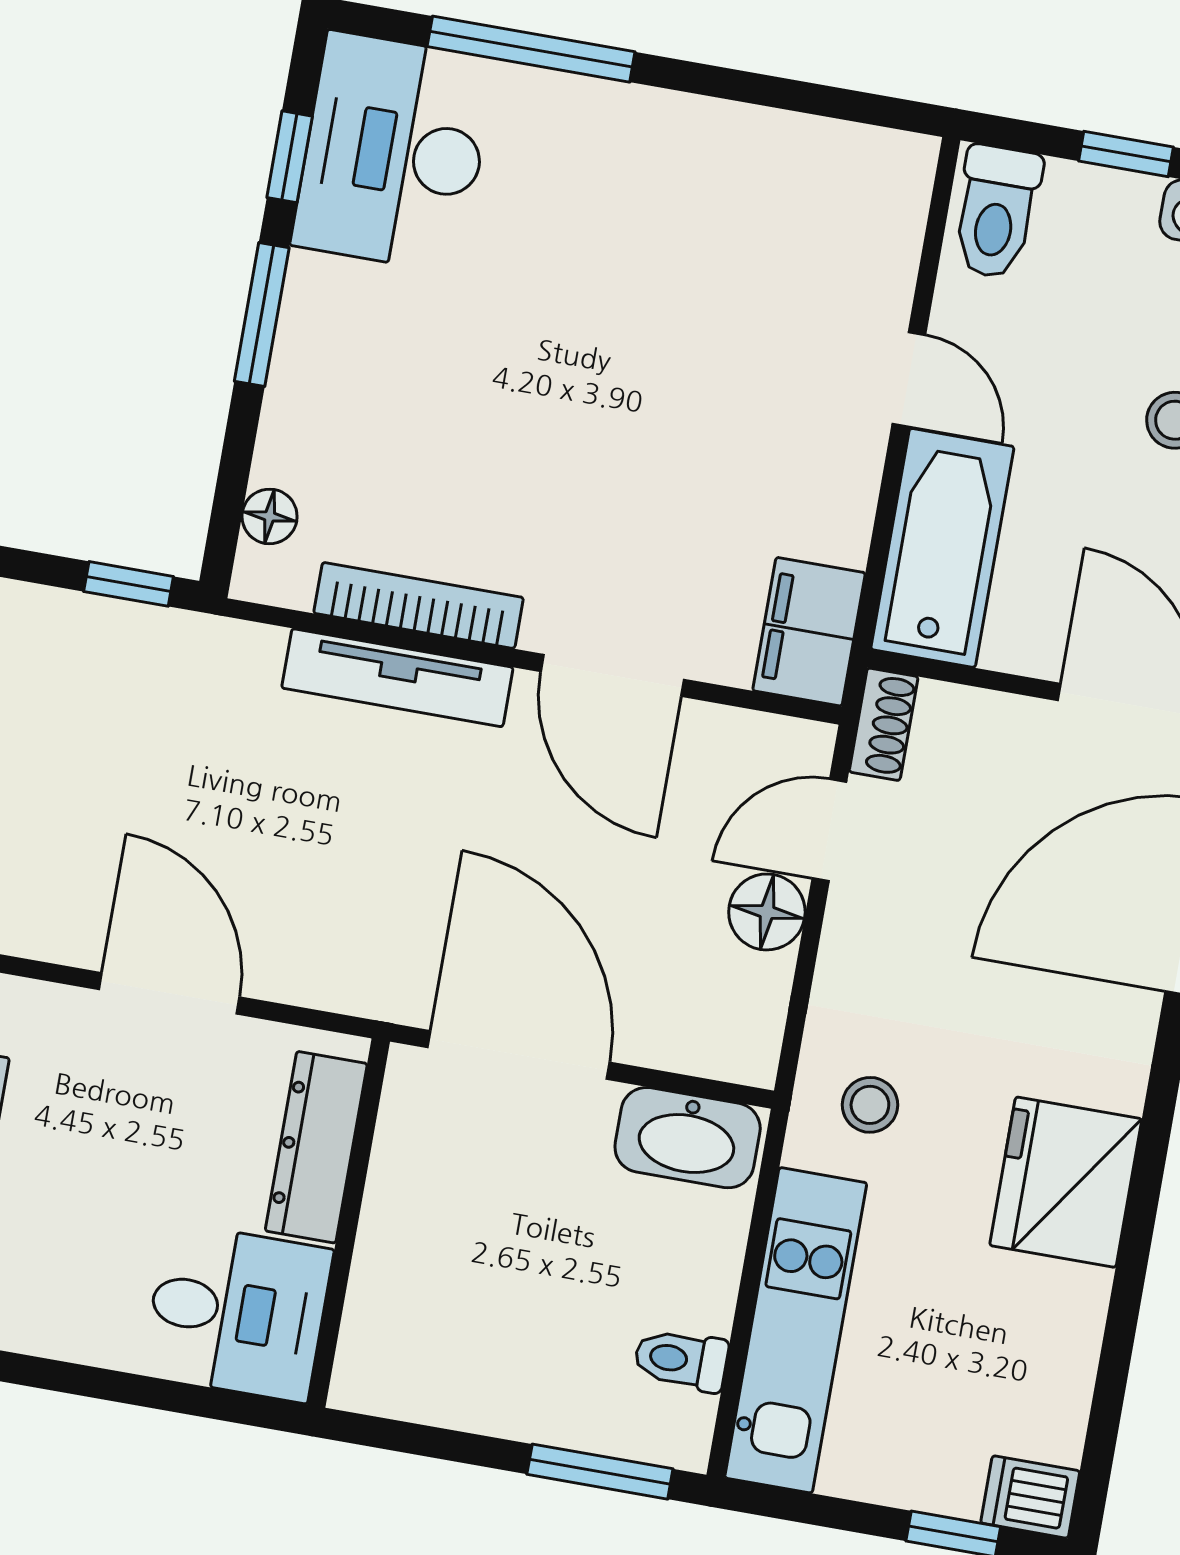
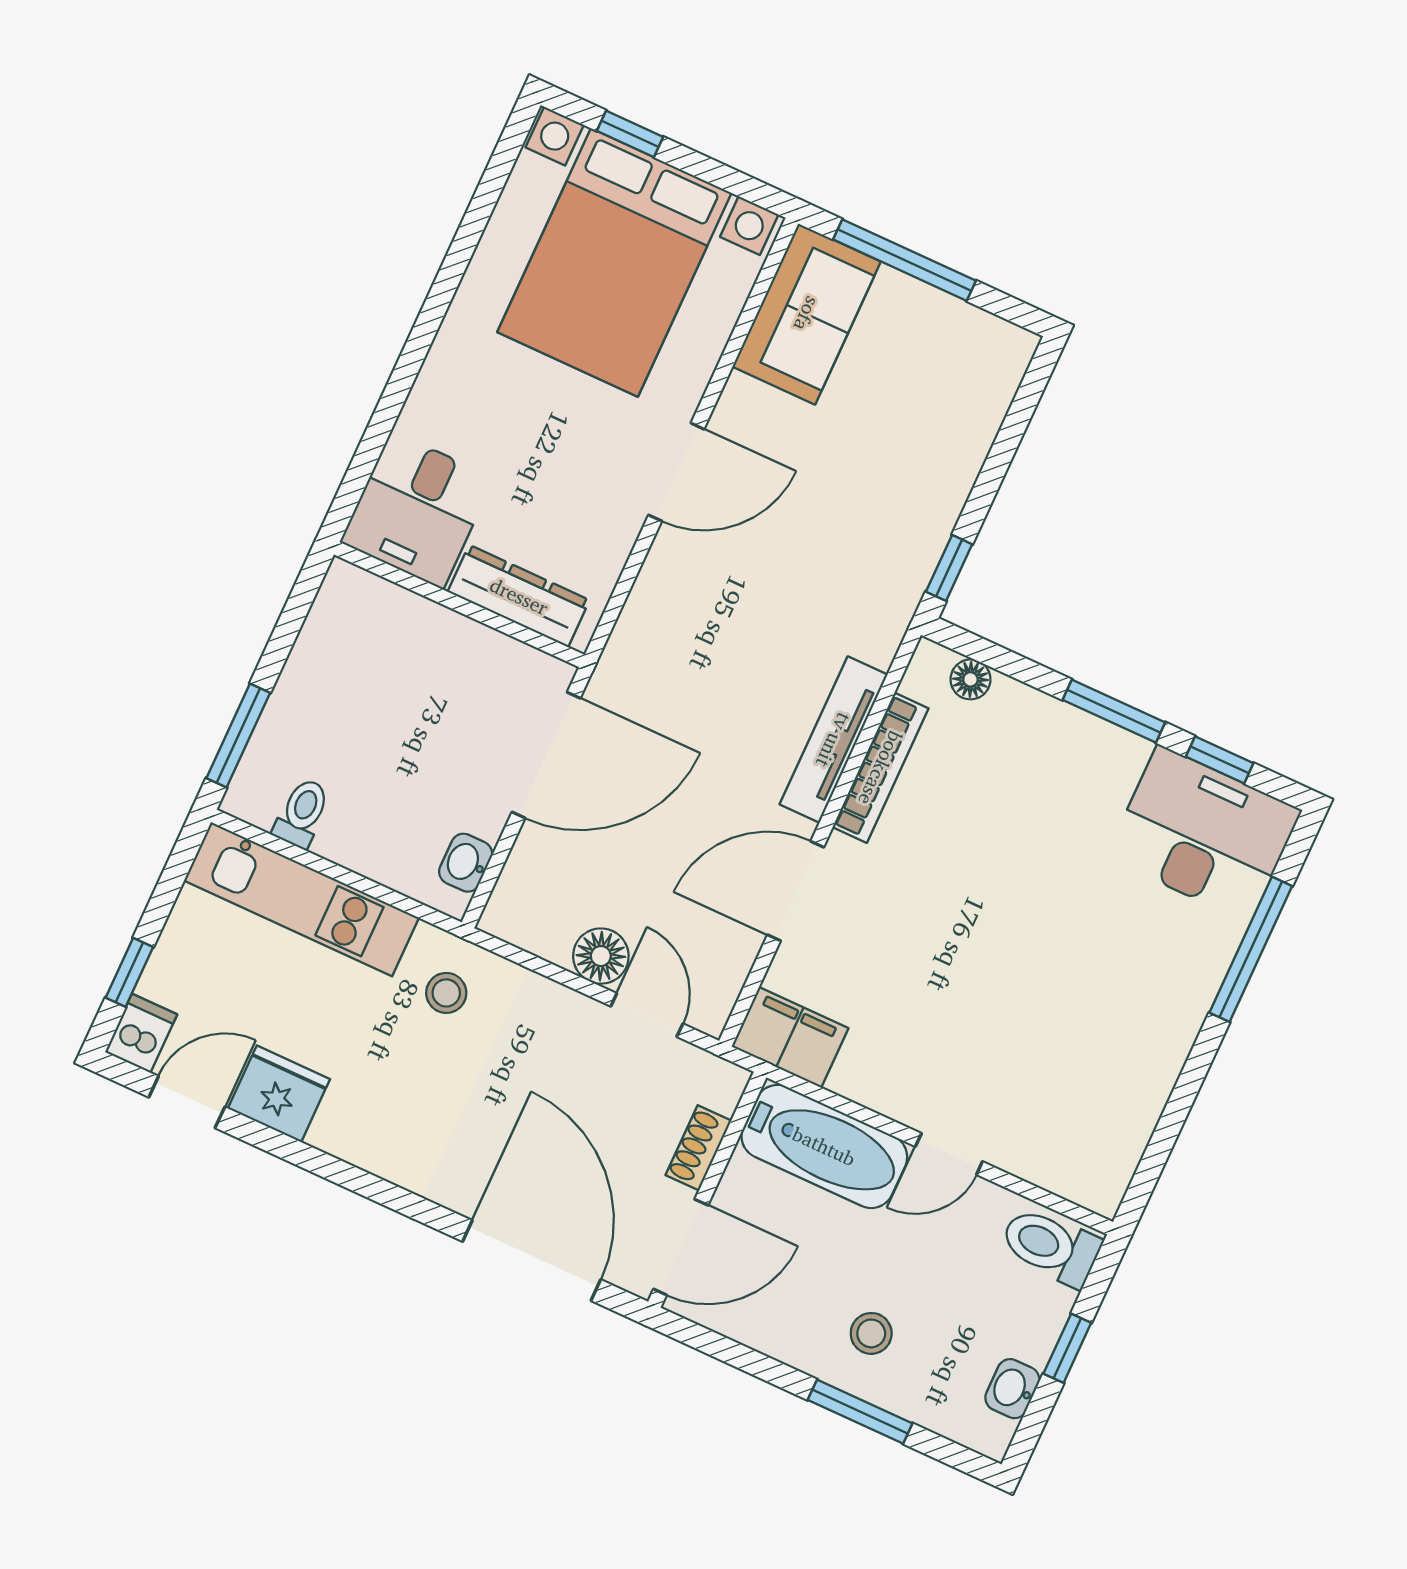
shoe rack: (884, 724) -> (698, 1148), moved, turned 90
door: (169, 993) -> (676, 472), moved
washbasin: (688, 1138) -> (466, 863), width x0.52, depth x0.69
fridge: (1066, 1182) -> (279, 1094), moved, width x0.73, depth x0.75
door: (1106, 1412) -> (187, 1102), added

